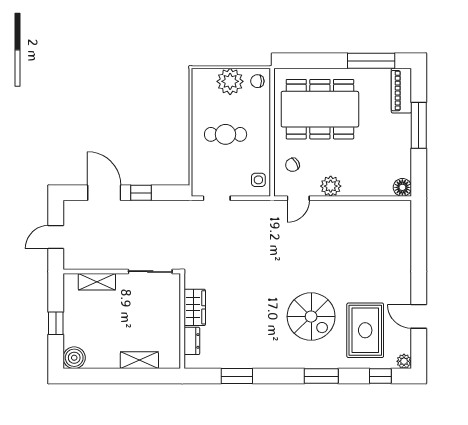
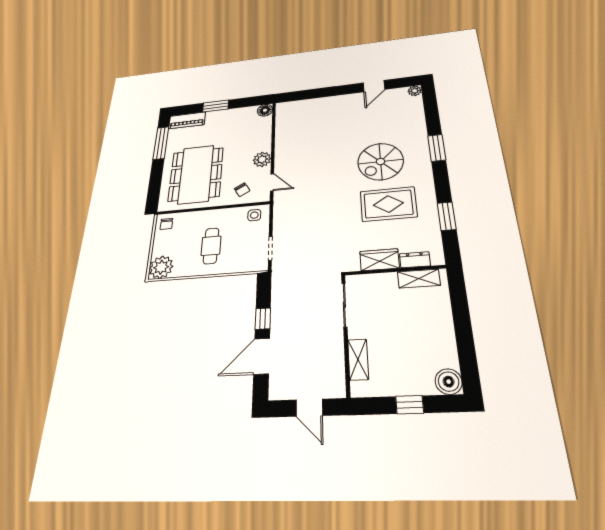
plant: (230, 81) -> (161, 267), moved
window: (419, 125) -> (216, 106), width x0.69
spiral stairs: (311, 317) -> (381, 162), turned 180
rug: (365, 330) -> (388, 204), moved
shelving: (139, 360) -> (419, 279), moved, turned 90
window: (380, 376) -> (430, 105), removed

